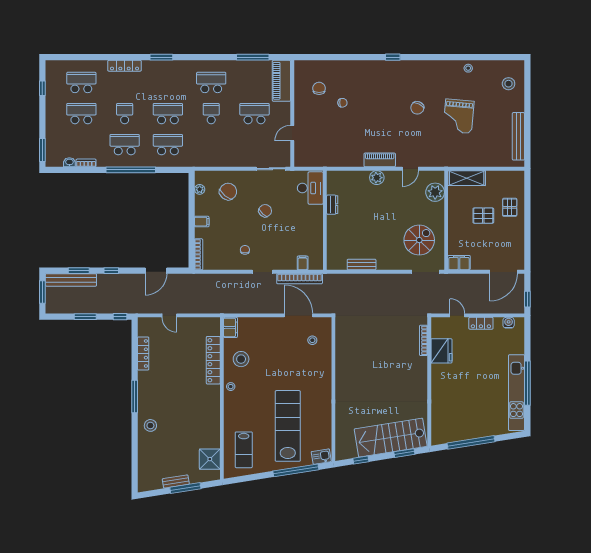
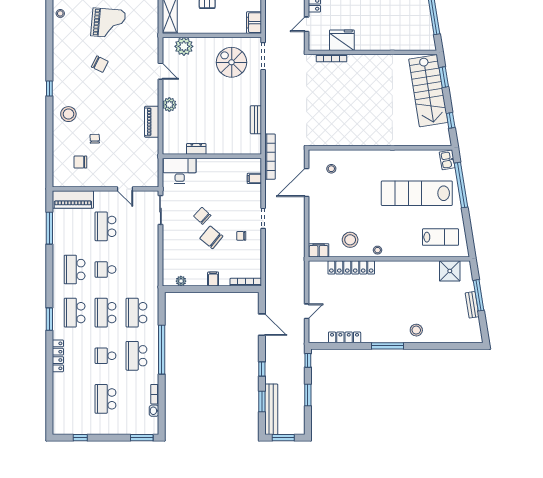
stool: (367, 76) -> (68, 114), added
school desk: (81, 82) -> (75, 313), moved
piano: (380, 160) -> (152, 122), moved
chair: (228, 192) -> (211, 237), moved
bookcase: (300, 279) -> (270, 157), moved

